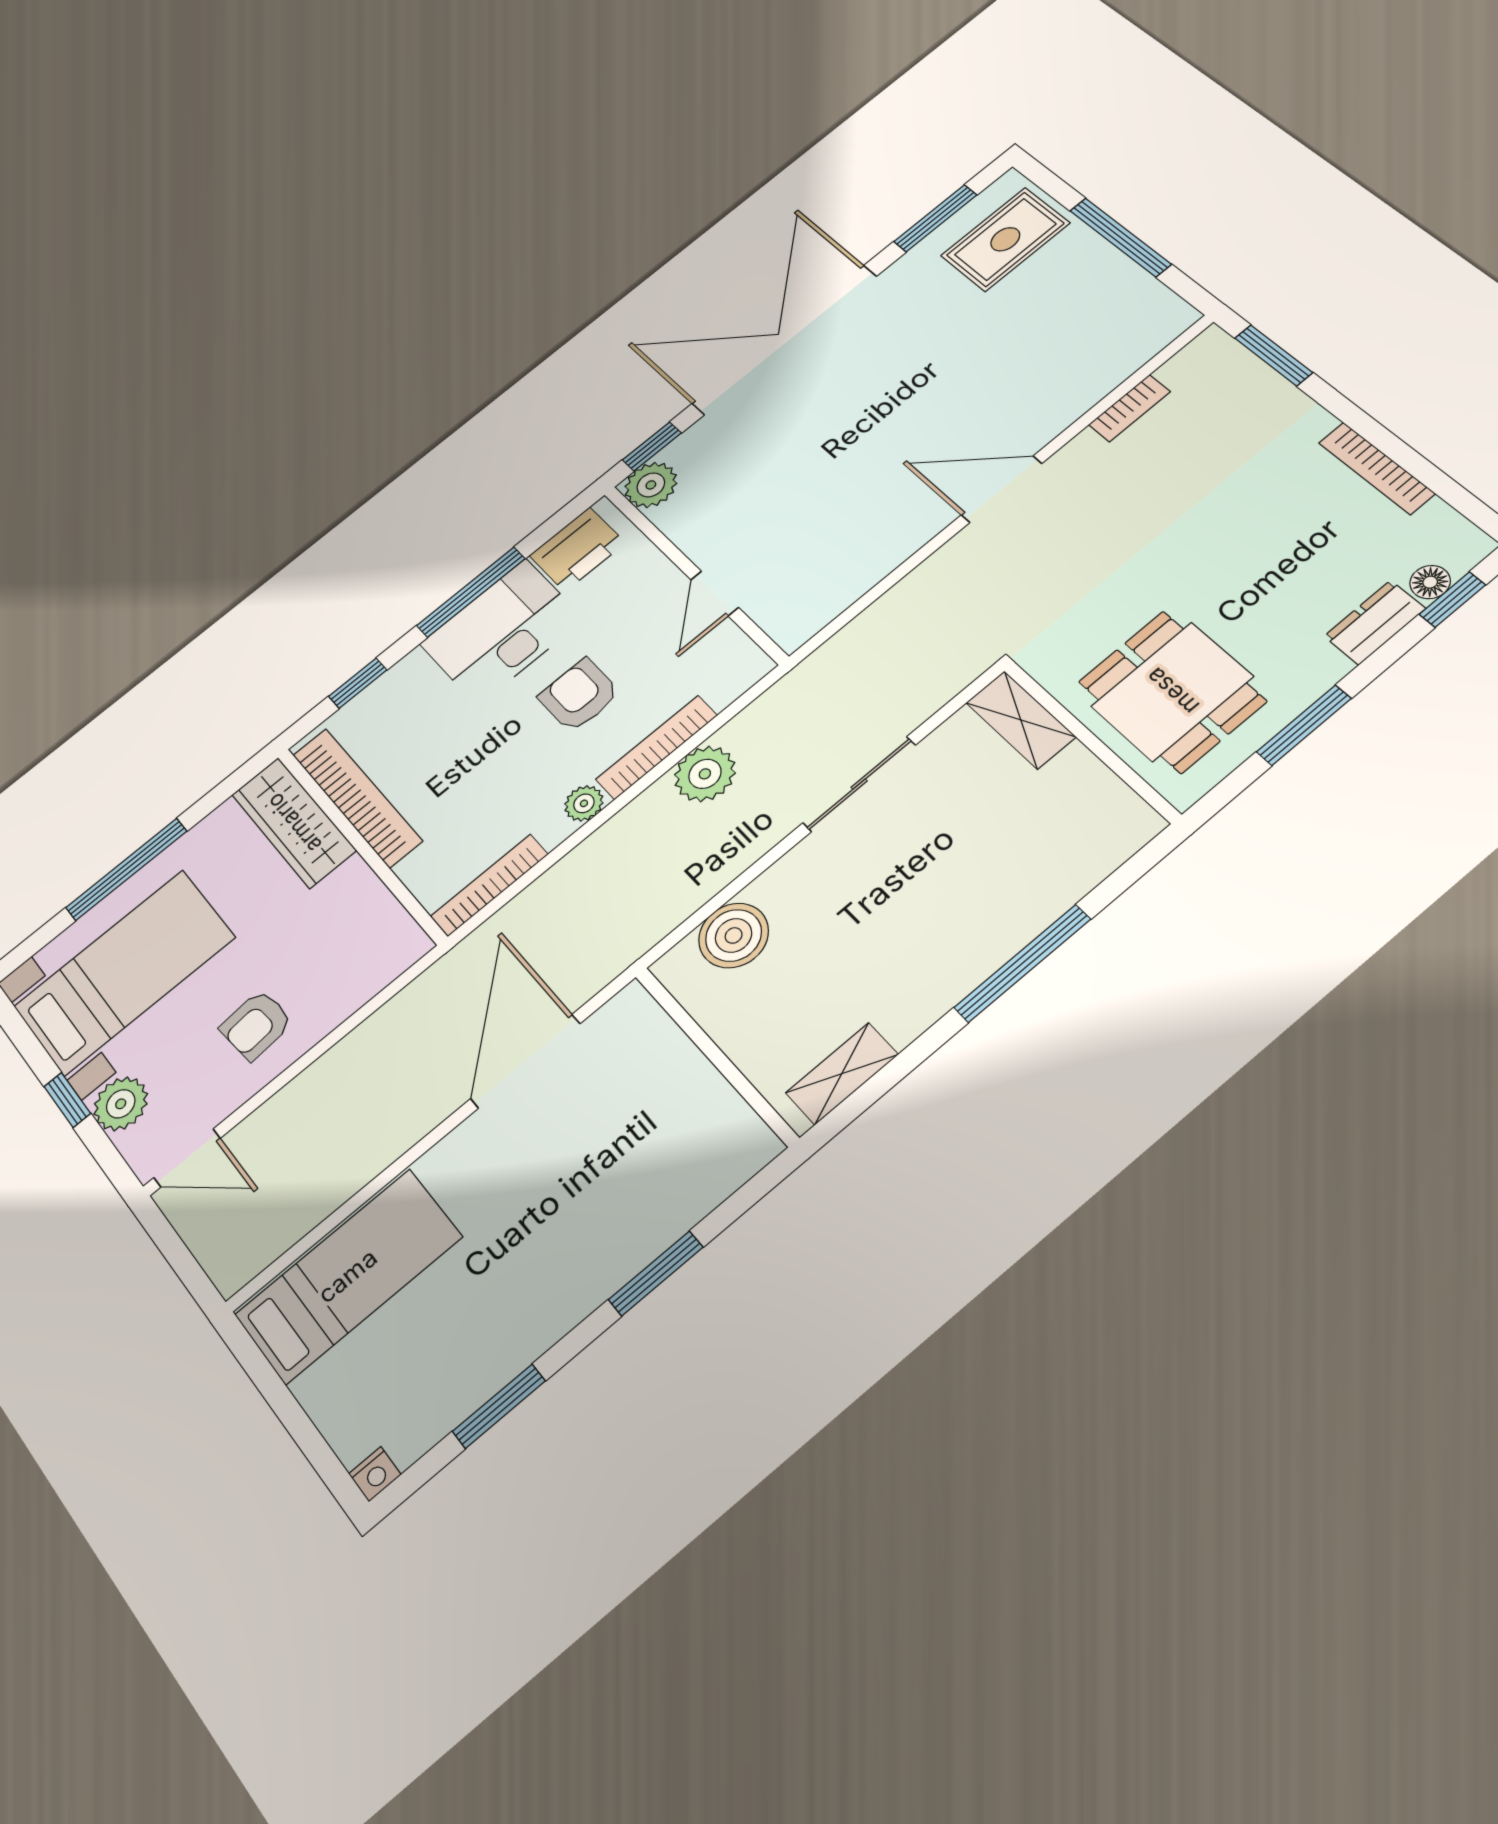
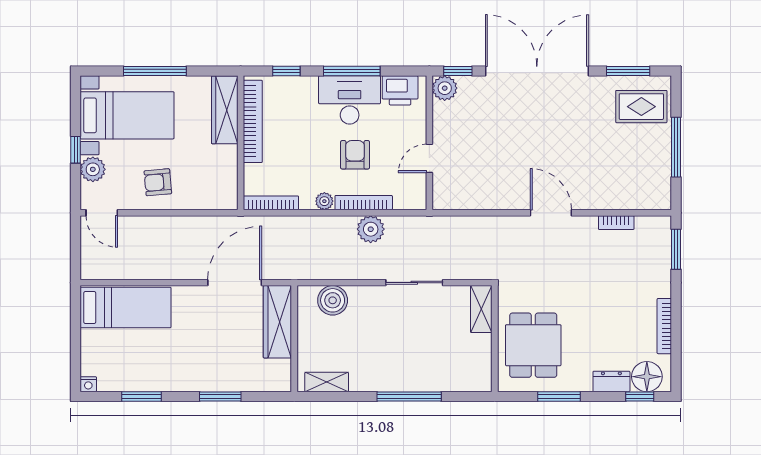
floor lamp: (1430, 582) -> (647, 377), width x1.89, depth x1.89
wardrobe: (660, 1056) -> (277, 322), added

